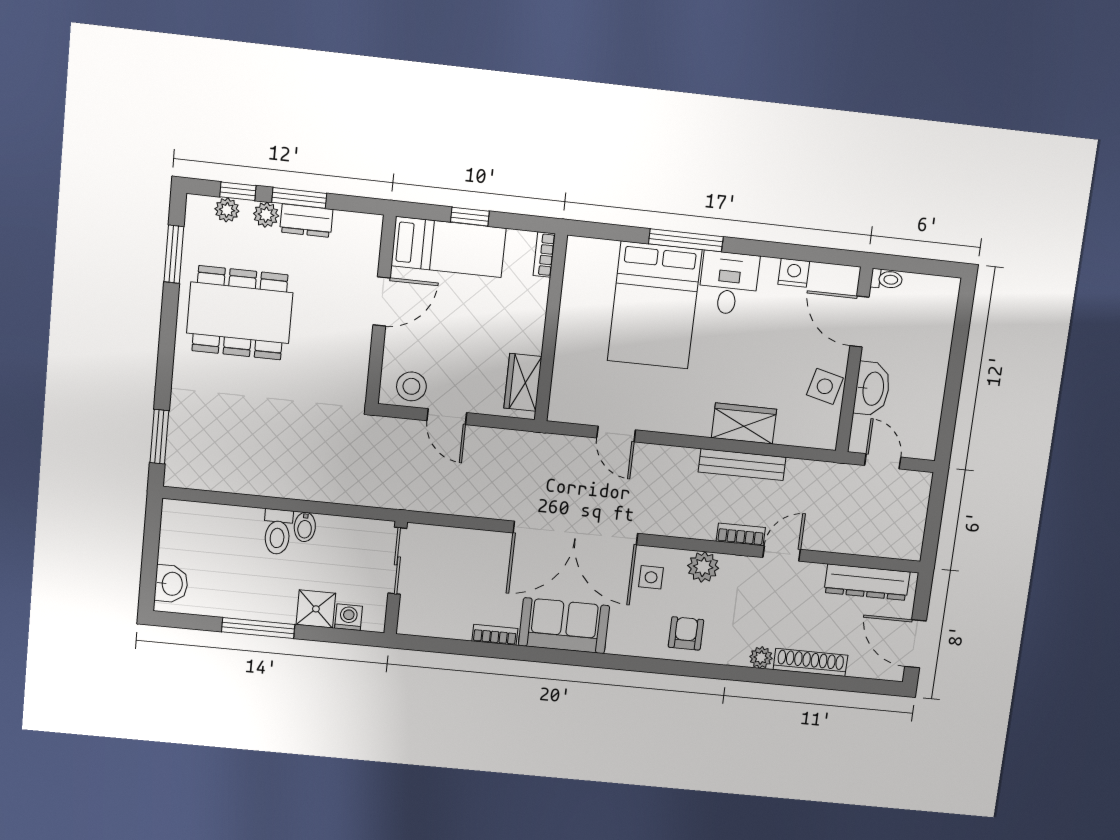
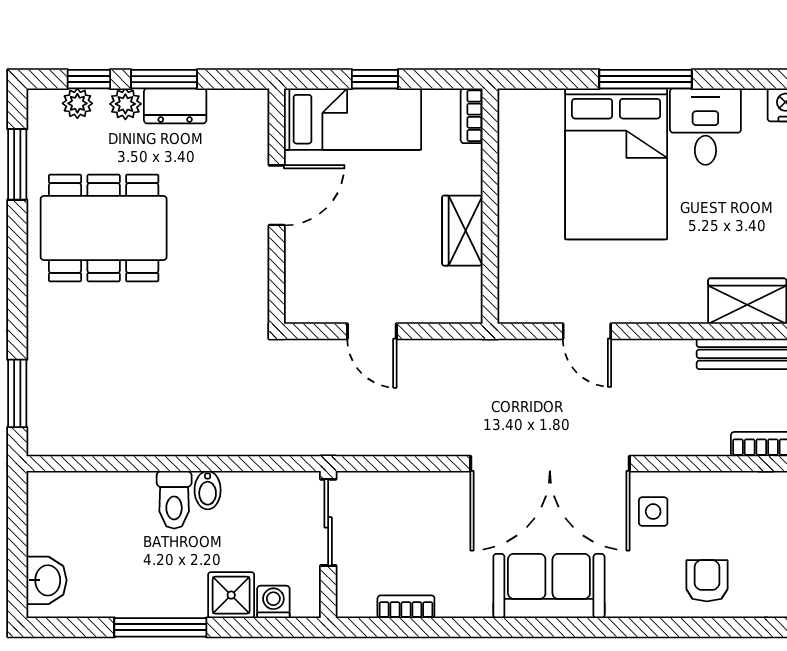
wardrobe: (523, 382) -> (462, 231), moved
stool: (411, 386) -> (324, 298), removed
plant: (703, 567) -> (718, 491), removed
bookcase: (495, 635) -> (406, 607), moved

